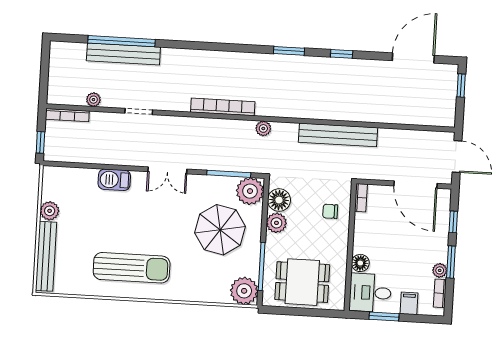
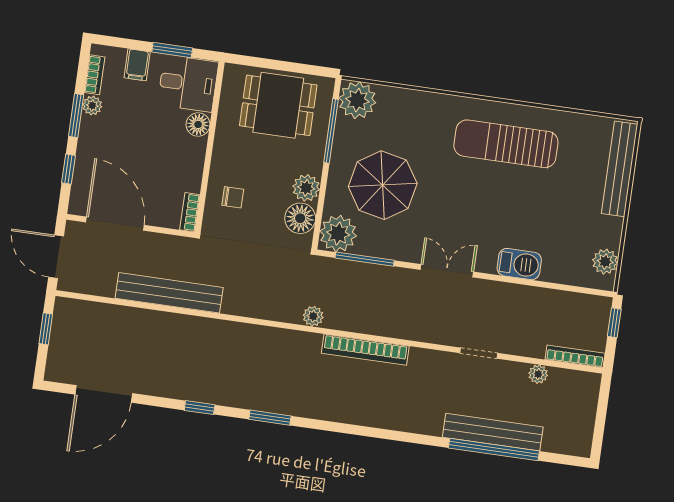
window: (461, 86) -> (46, 329), moved
bench: (338, 135) -> (169, 293), moved
plant: (50, 211) -> (605, 262), moved

